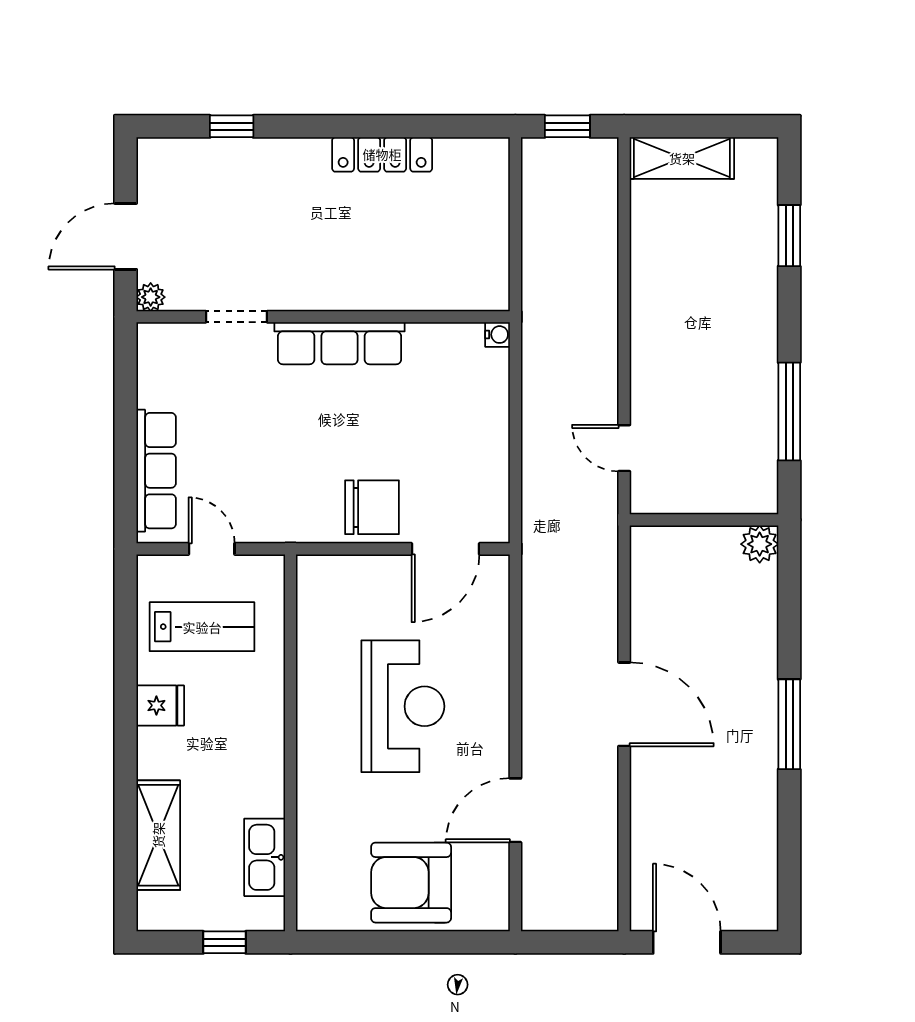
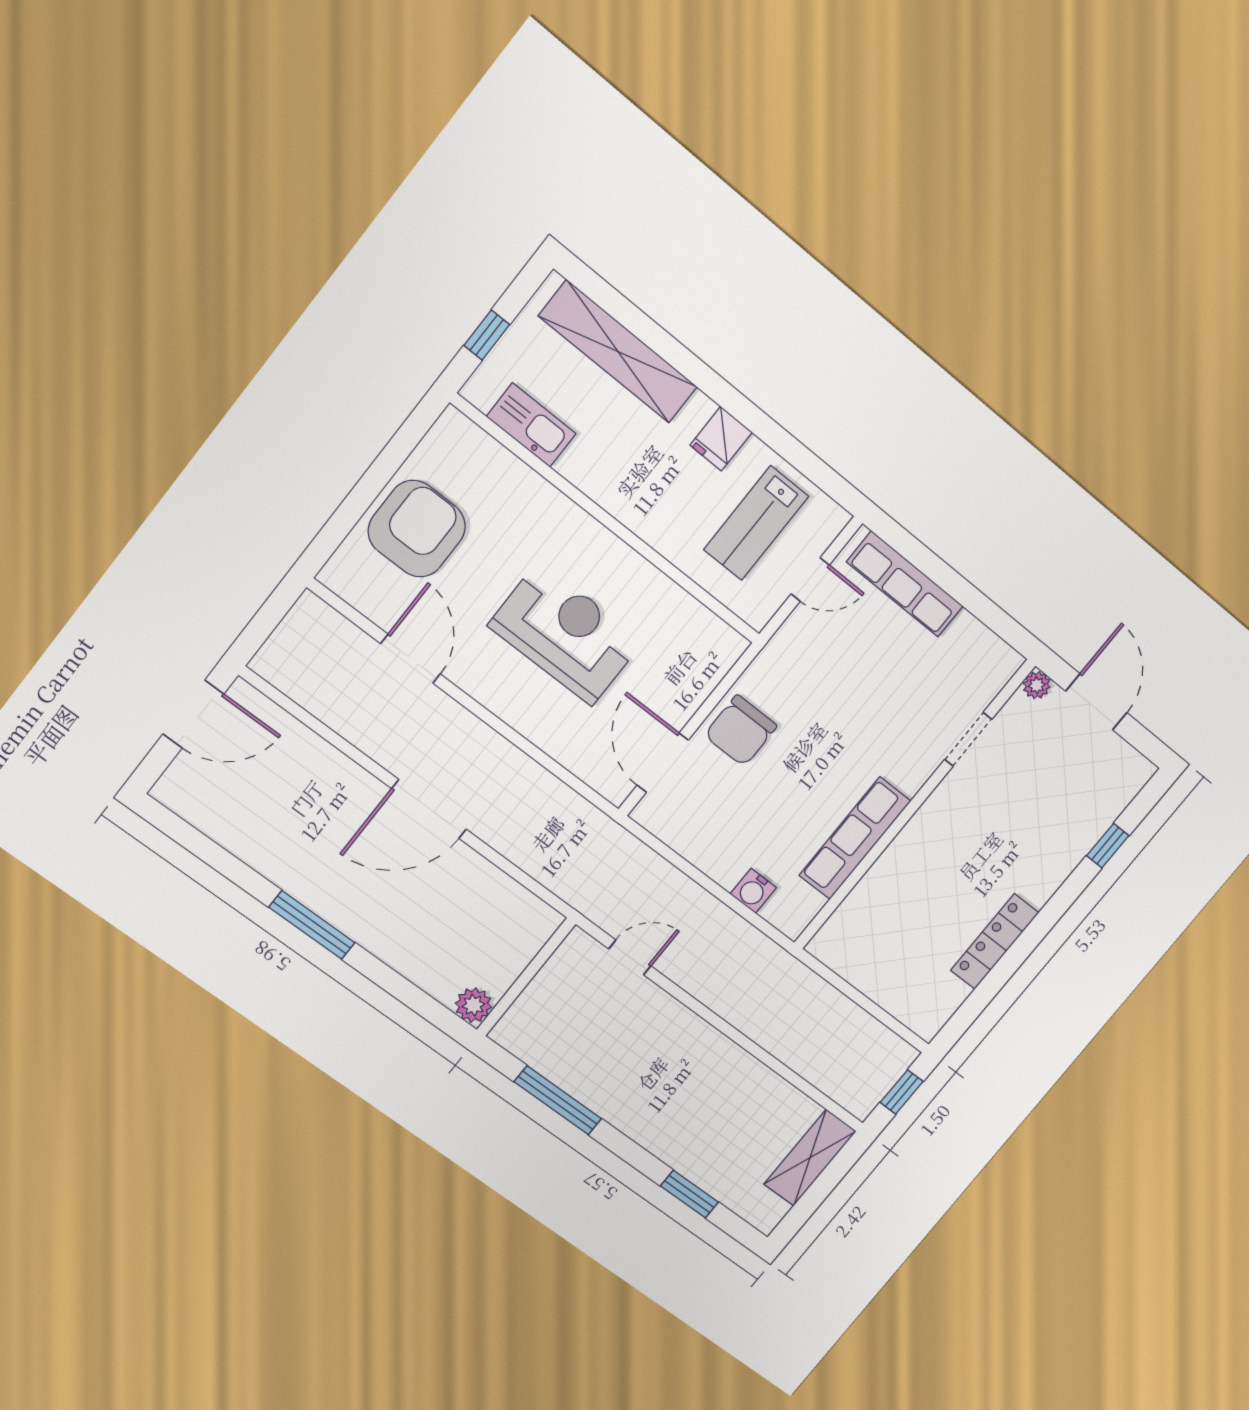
water cooler: (498, 335) -> (753, 891), moved, width x1.38, depth x1.38
row of seats: (339, 343) -> (855, 838), moved
reception desk: (403, 706) -> (566, 634), turned 180
shelving: (158, 835) -> (618, 352), width x1.47

